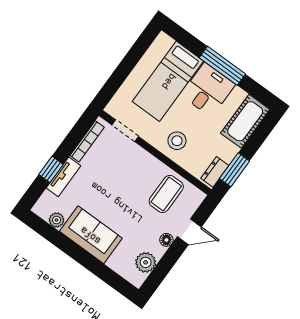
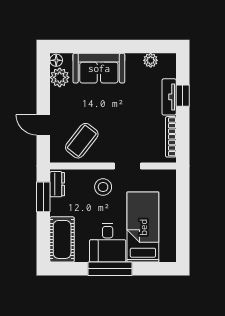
doorway: (125, 131) -> (127, 166), moved
coffee table: (166, 194) -> (82, 141), turned 38
door: (189, 232) -> (43, 125), hinge flipped
sofa: (91, 235) -> (99, 68), moved
floor lamp: (166, 240) -> (56, 60), moved

